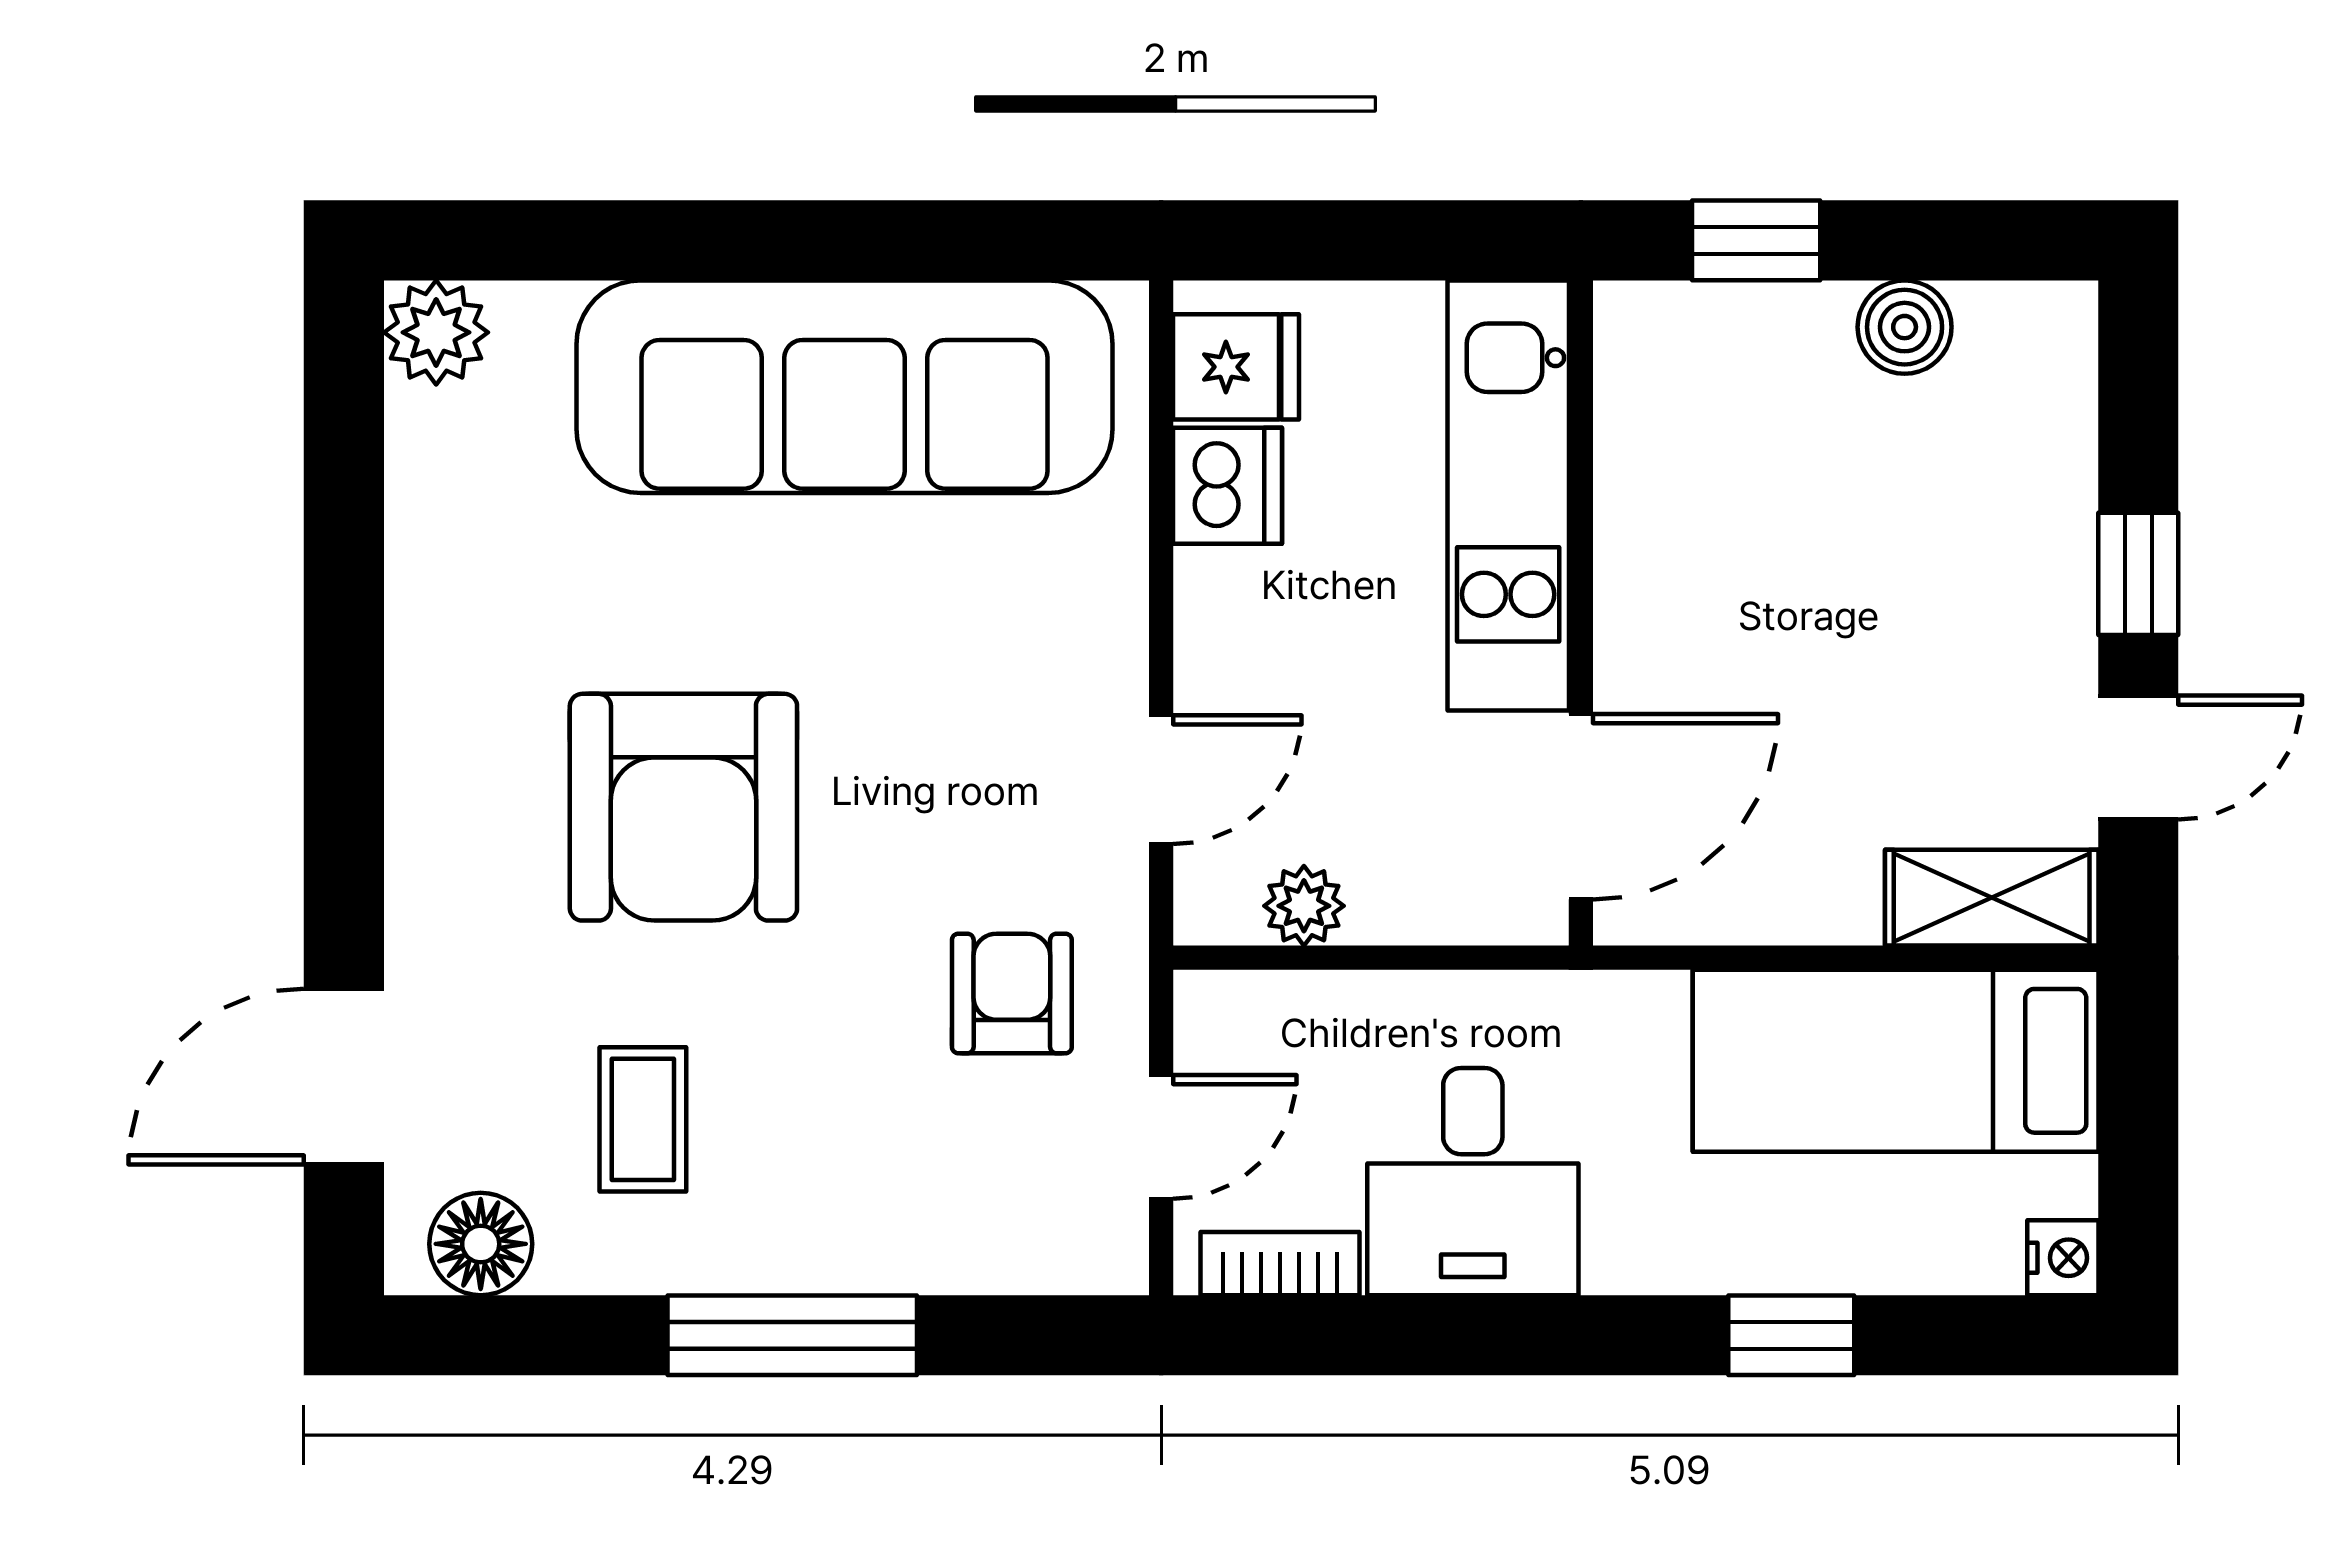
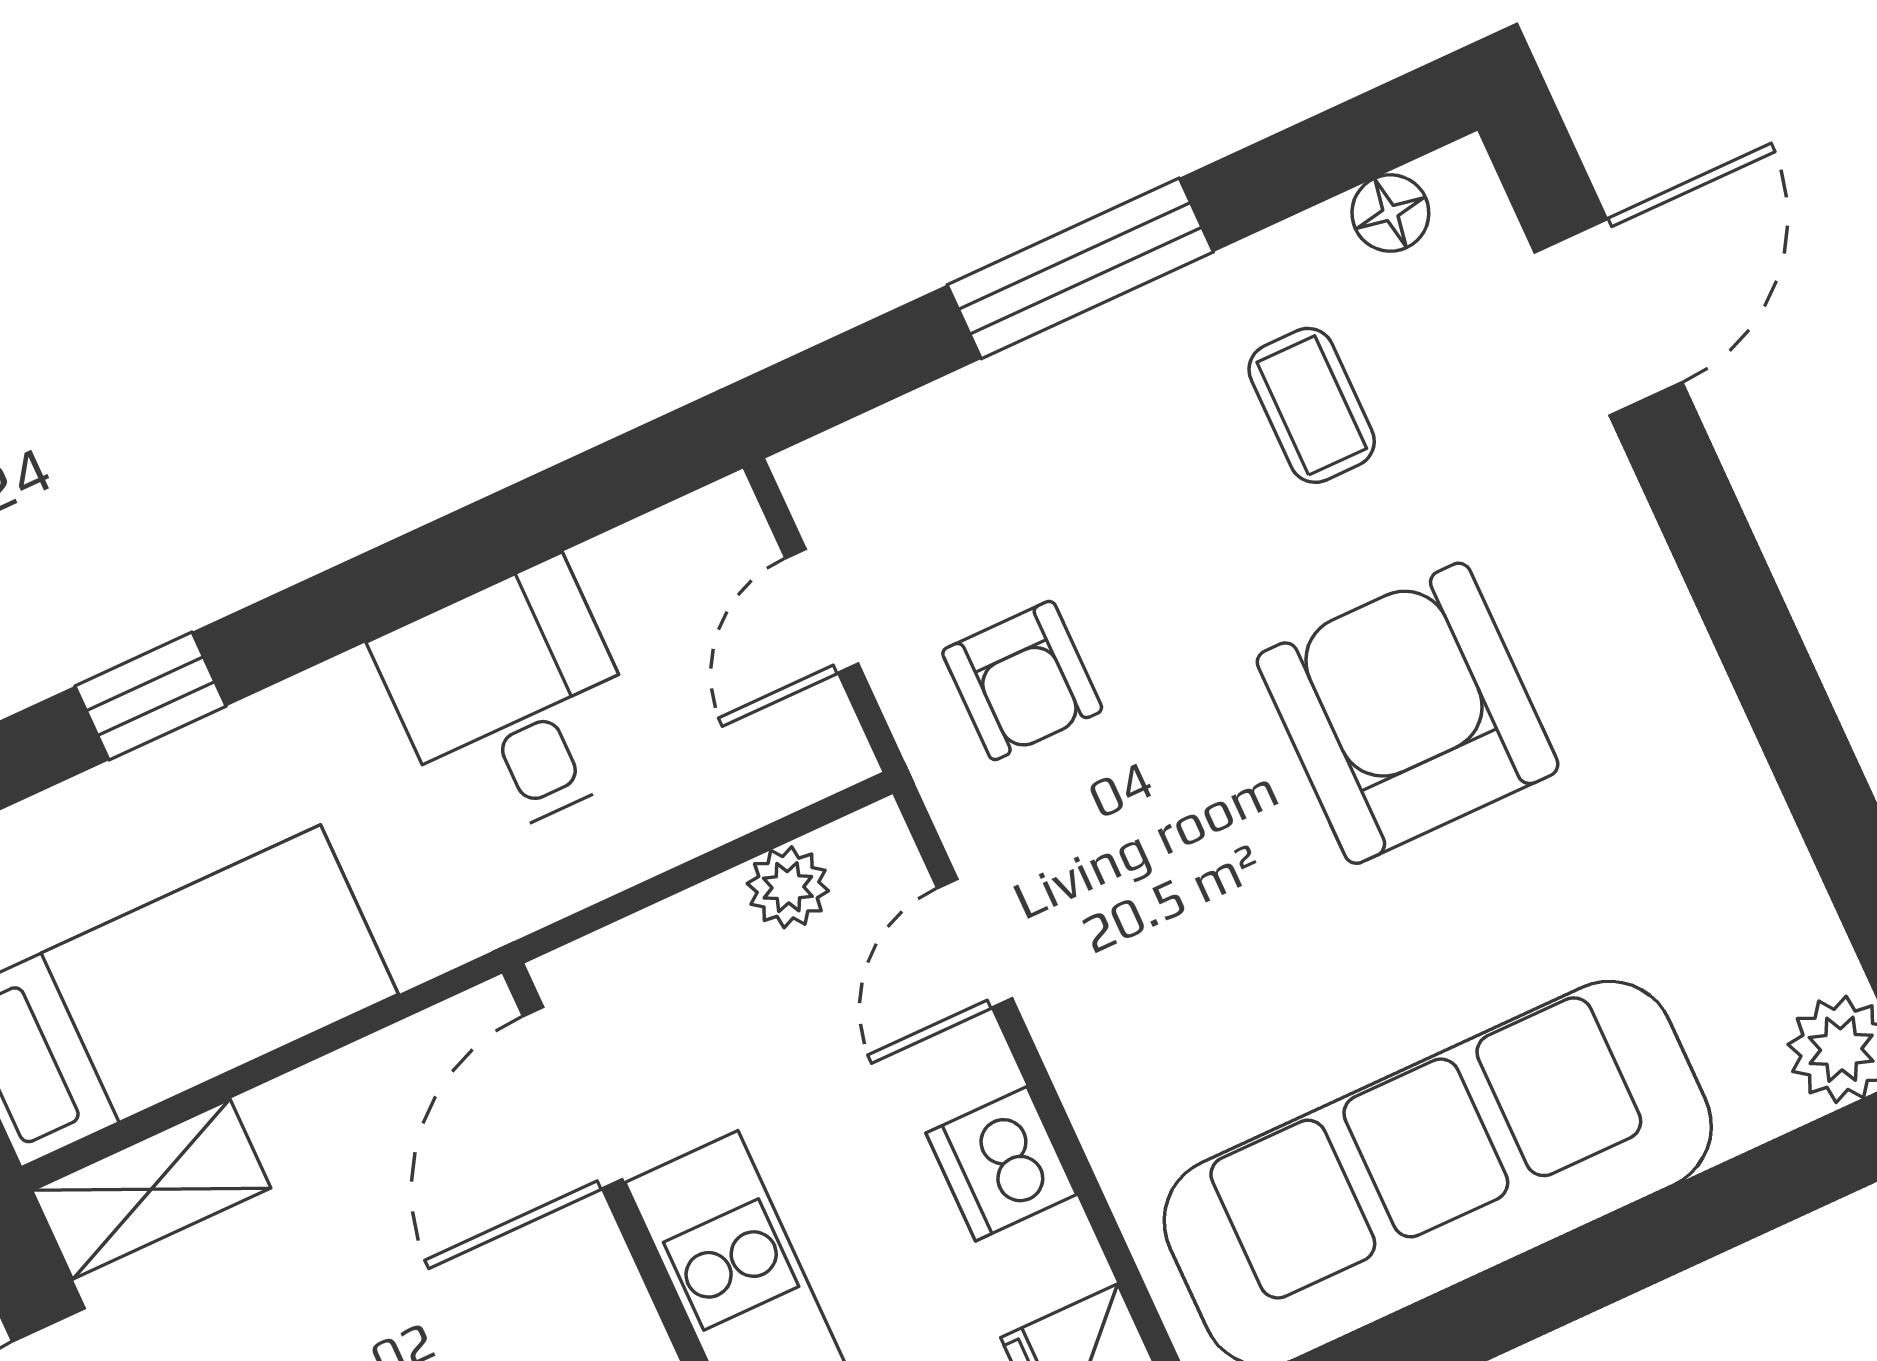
dishwasher: (1227, 486) -> (1001, 1164), moved
floor lamp: (481, 1244) -> (1390, 213), width x0.73, depth x0.73
bookcase: (1280, 1264) -> (657, 544), removed

